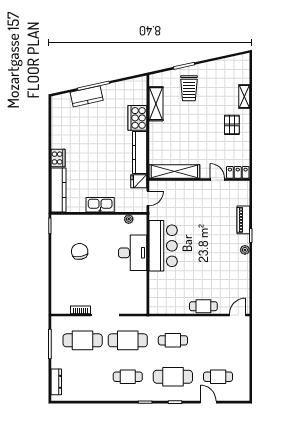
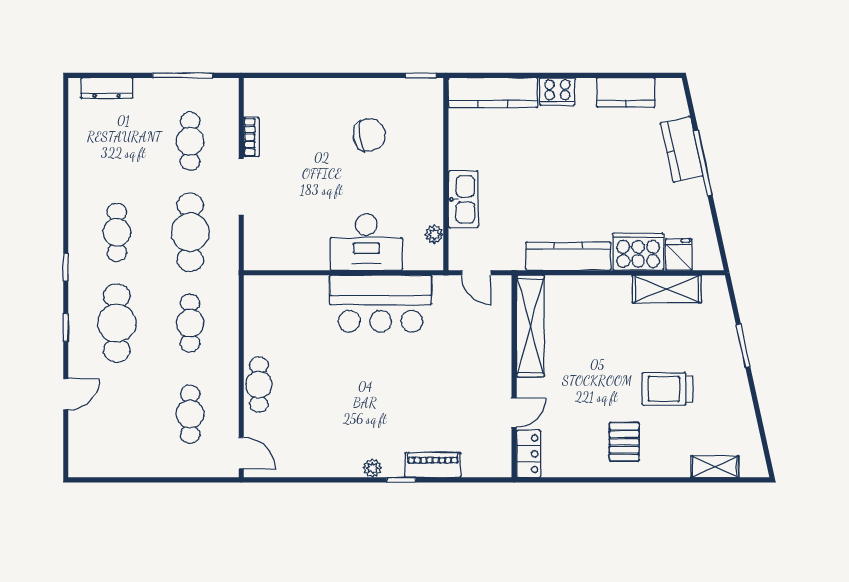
trolley: (189, 88) -> (667, 389), moved
shelving: (244, 97) -> (715, 467), moved
kitchen counter: (58, 124) -> (626, 92), added
pallet: (232, 125) -> (624, 442), turned 90
fridge: (139, 181) -> (679, 254), moved
kitchen sink: (100, 205) -> (463, 199), moved
cafe table: (83, 340) -> (190, 141), width x0.73, depth x0.74
cafe table: (218, 377) -> (190, 414), moved

